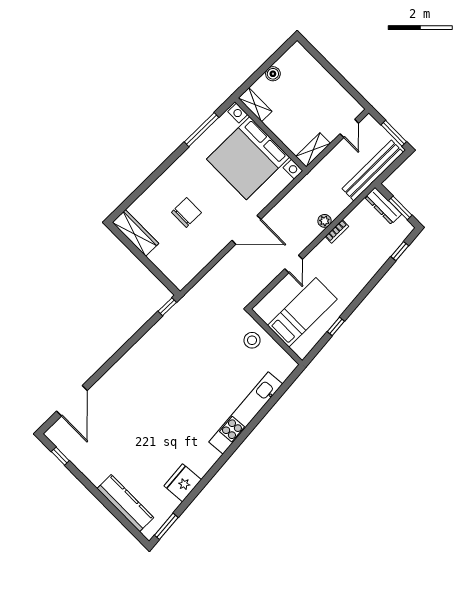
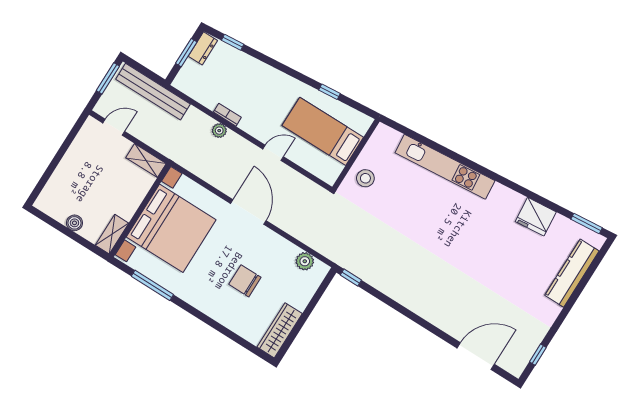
dresser: (383, 206) -> (203, 48), moved, width x0.70
plant: (191, 269) -> (305, 261), added

